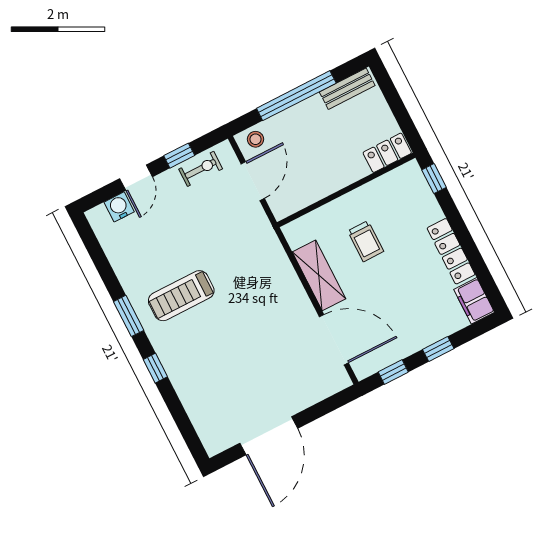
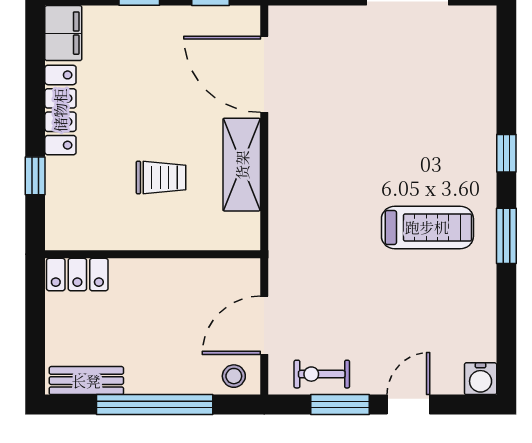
window: (179, 156) -> (340, 405), width x1.50
window: (434, 179) -> (35, 176), moved
water cooler: (119, 207) -> (481, 379), moved
trolley: (366, 241) -> (161, 177), turned 90

